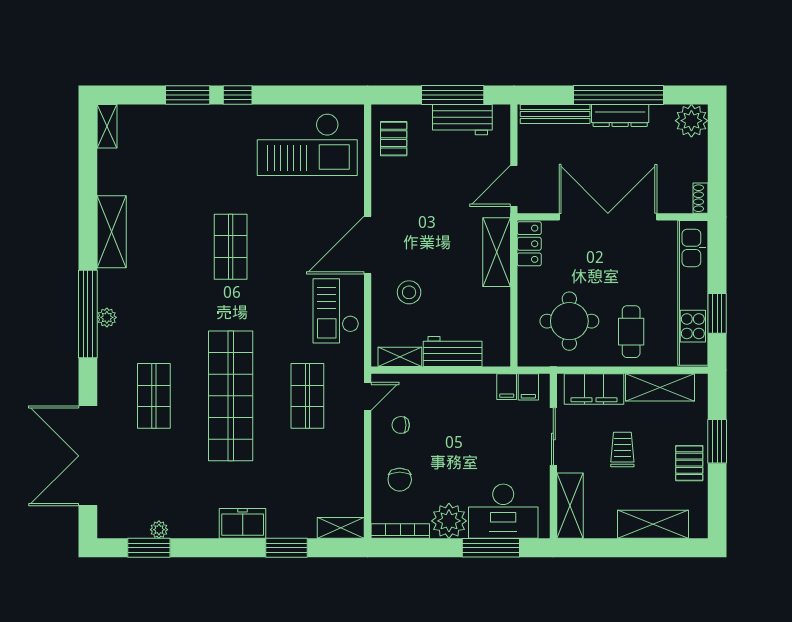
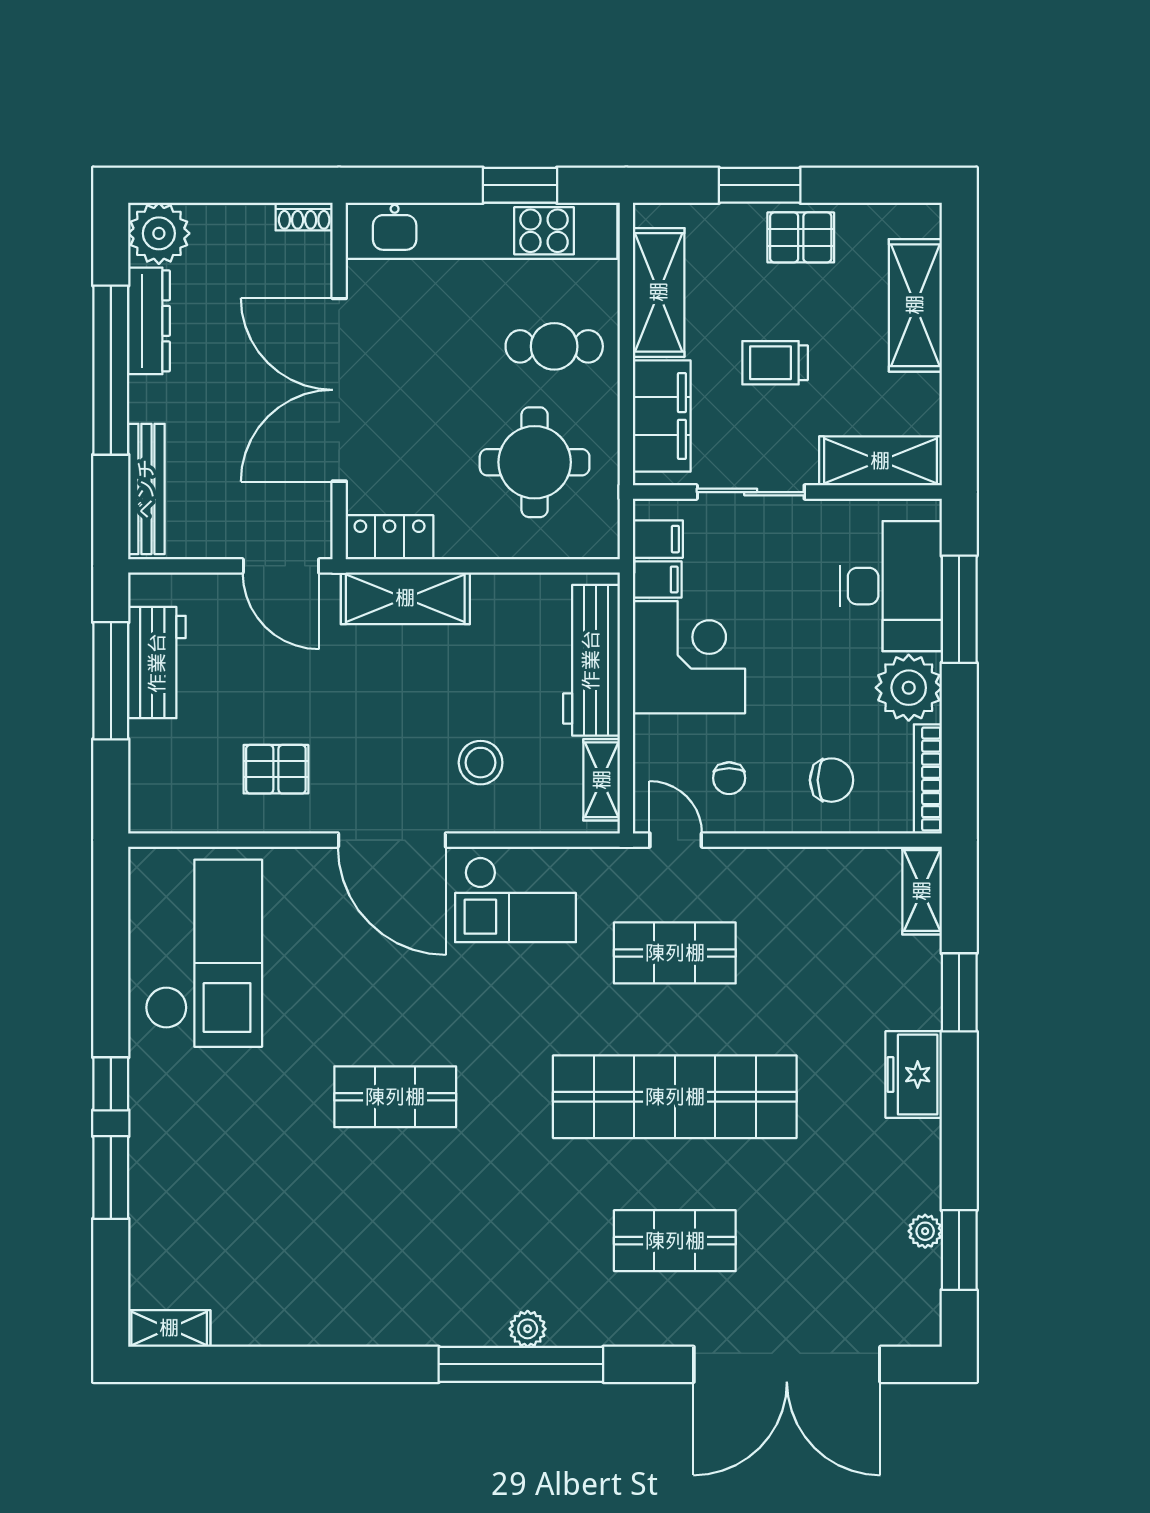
dresser: (620, 115) -> (149, 321), moved
pallet: (394, 139) -> (276, 769), moved
shelving: (112, 232) -> (367, 1320), removed
workbench: (453, 352) -> (591, 660), width x1.38
corner desk: (465, 404) -> (689, 657), added

